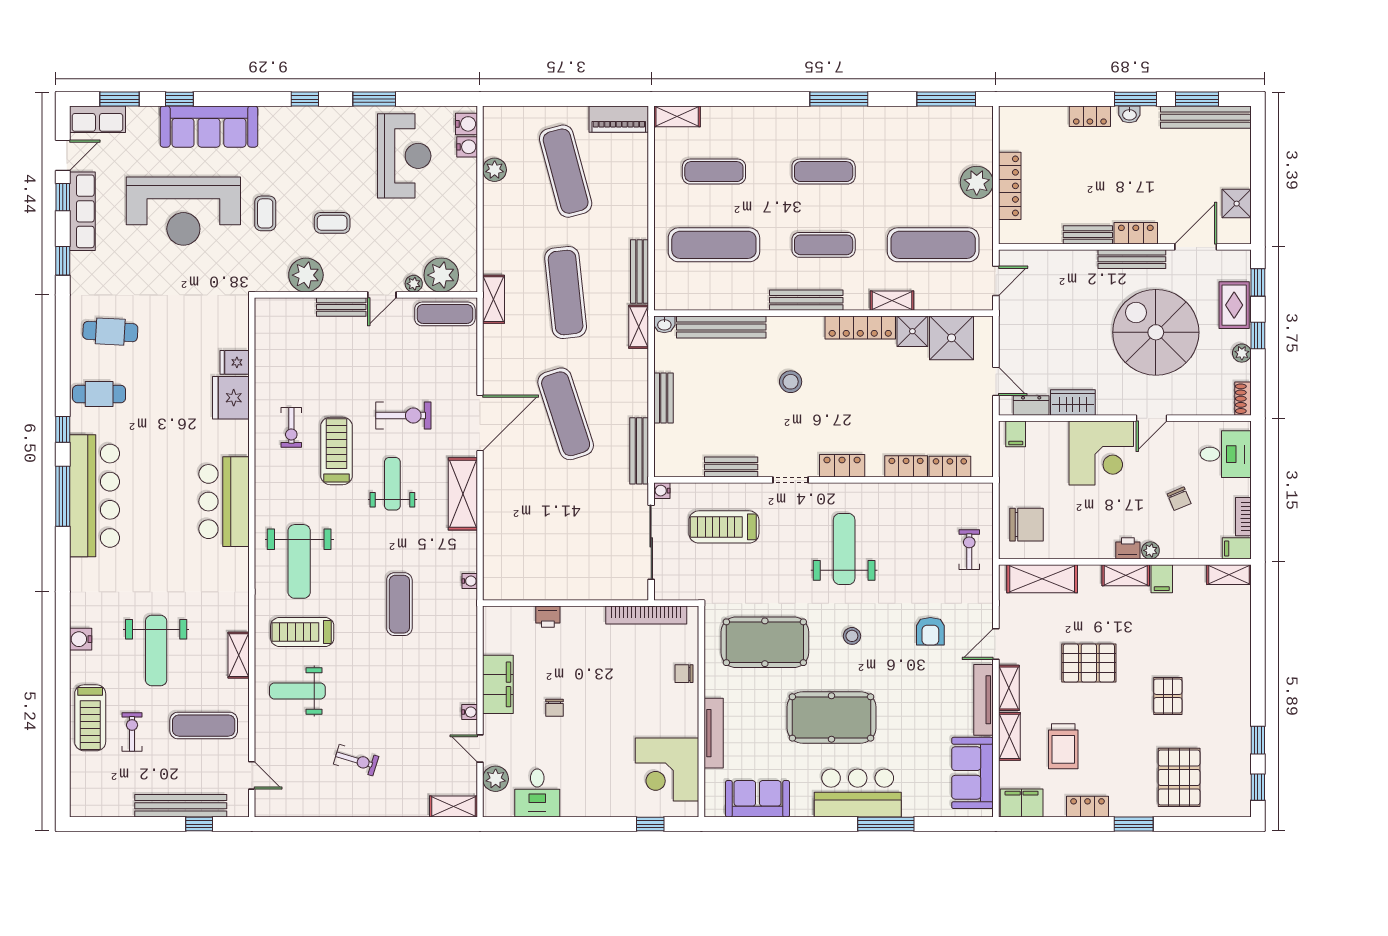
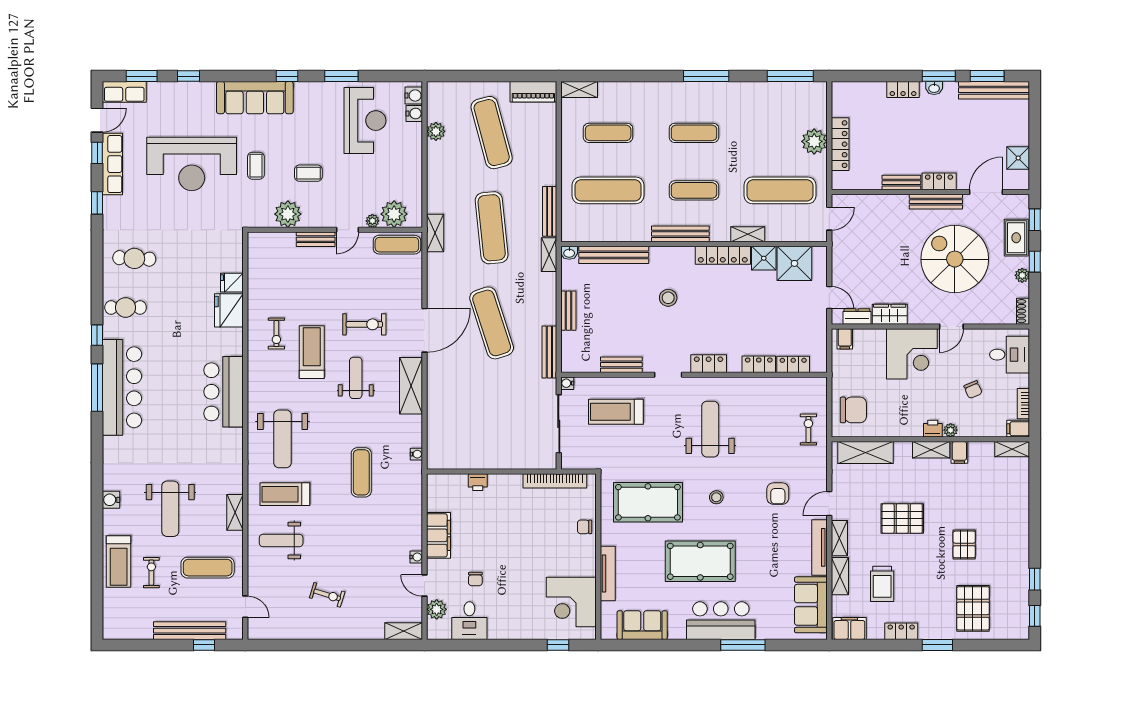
sofa: (209, 127) -> (255, 98), moved
chair: (554, 708) -> (475, 579), moved

